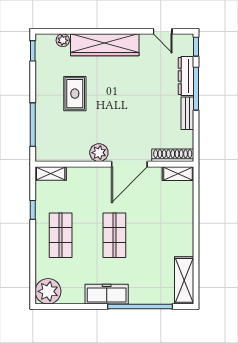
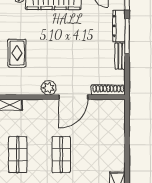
rug: (75, 94) -> (17, 53), moved
shelving: (178, 174) -> (113, 105), removed

